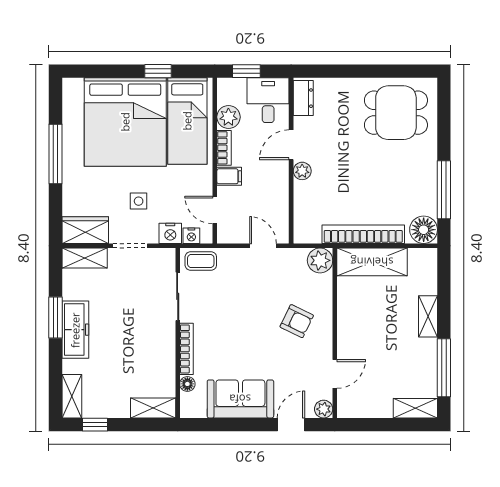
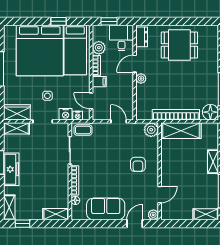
dining table: (396, 113) -> (179, 45), moved
armchair: (297, 321) -> (138, 164), turned 64

